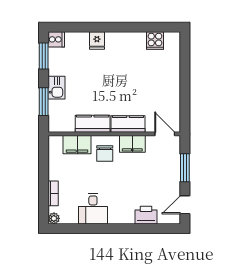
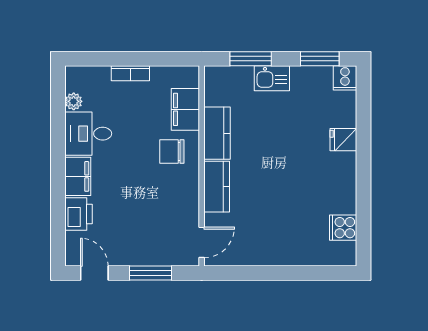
filing cabinet: (132, 144) -> (78, 176), moved, turned 180
bookcase: (53, 193) -> (130, 73), moved
plant: (54, 218) -> (74, 101), moved

